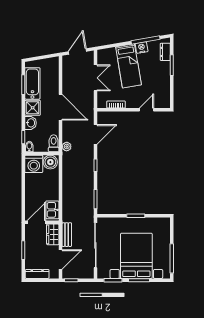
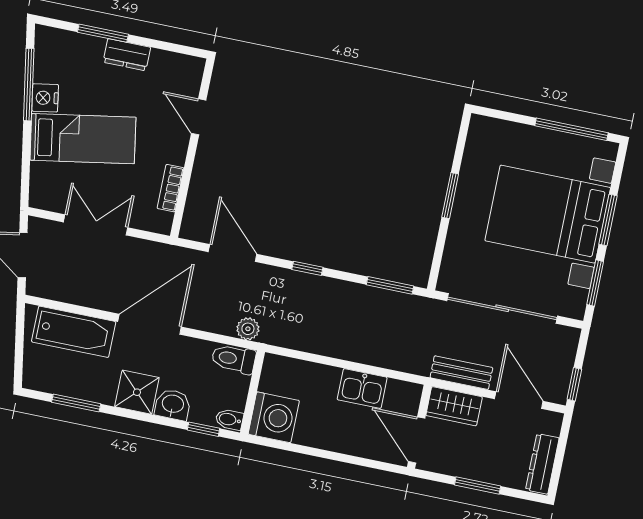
dresser: (165, 52) -> (127, 55), moved
bathtub: (32, 83) -> (74, 332), moved, turned 180
boiler: (50, 162) -> (278, 376), removed
kitchen sink: (52, 210) -> (362, 389), moved

